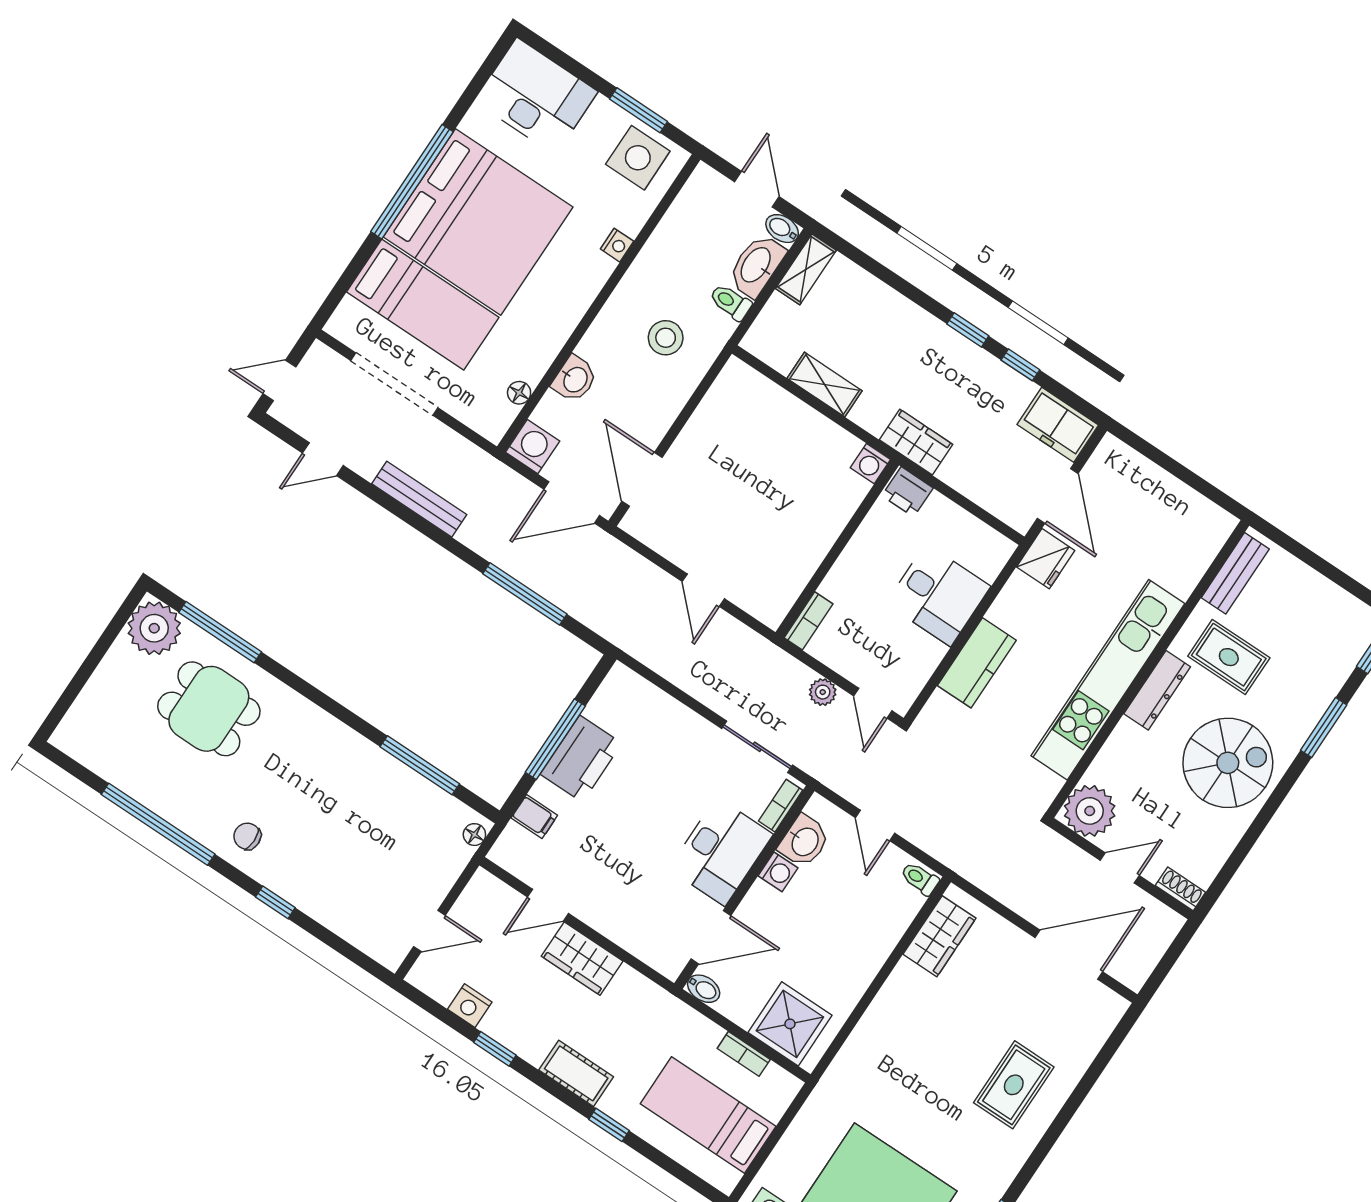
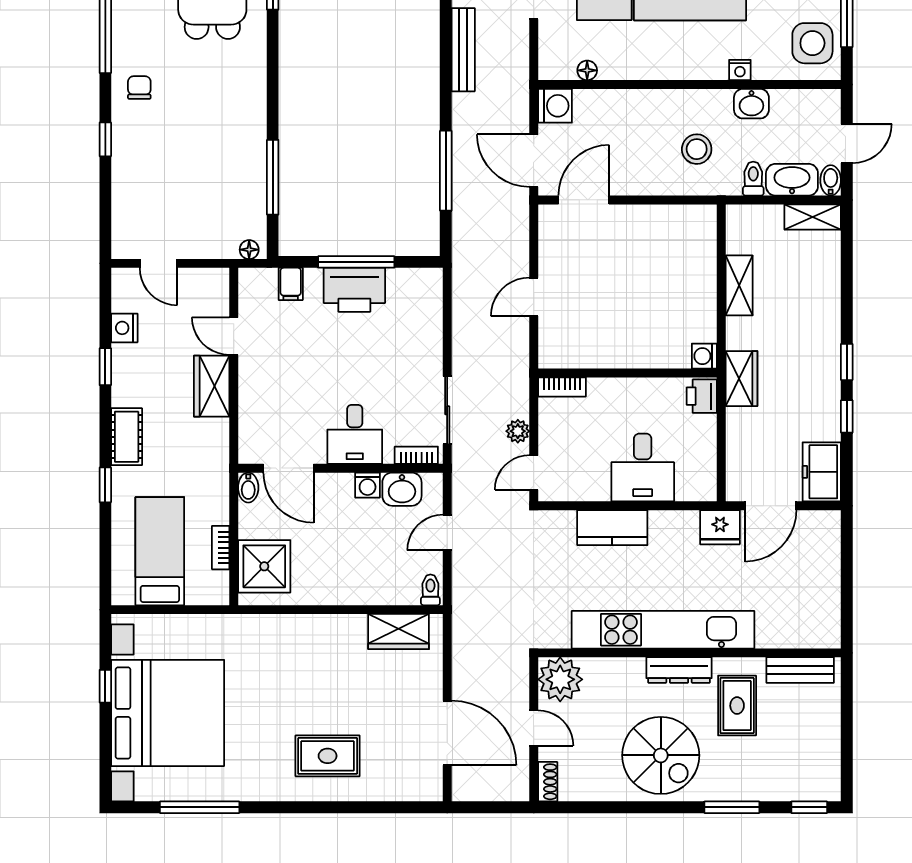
washbasin: (575, 379) -> (751, 104), moved
desk: (721, 852) -> (355, 434), width x0.73

